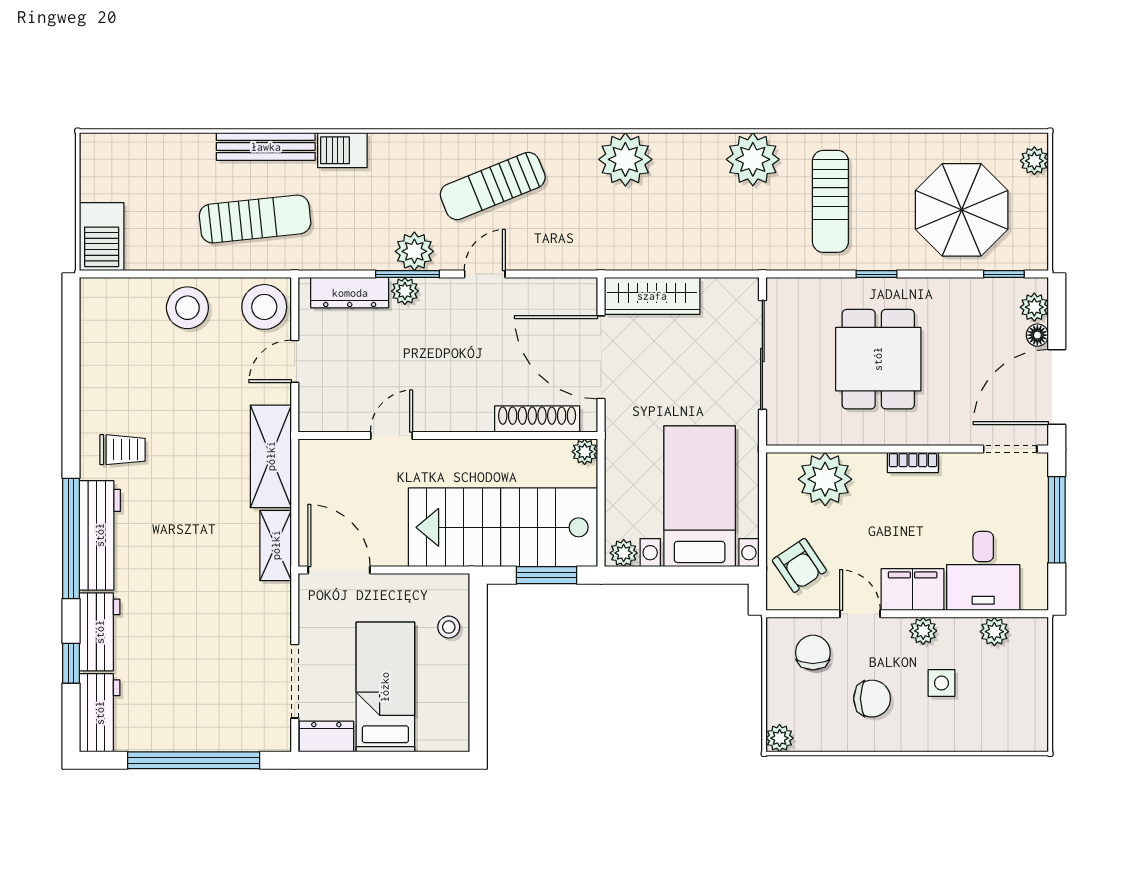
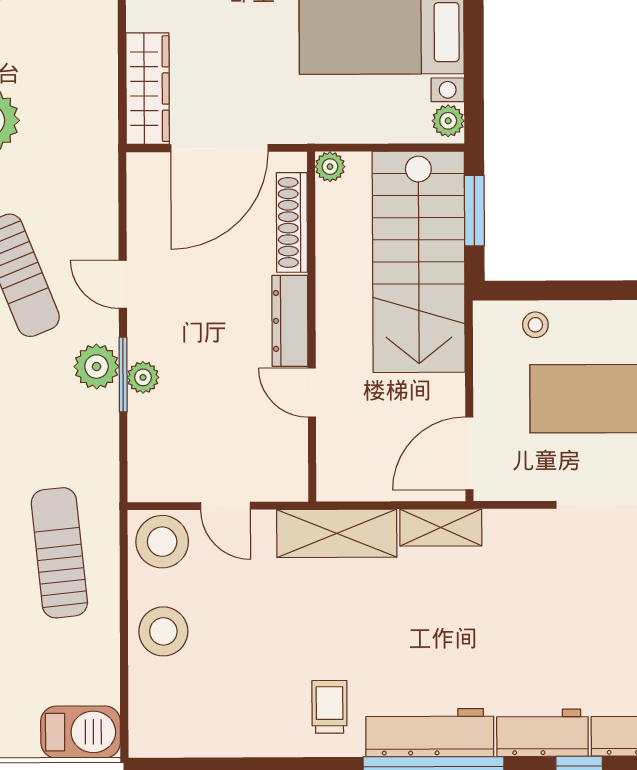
dresser: (350, 293) -> (290, 321), moved, turned 180

